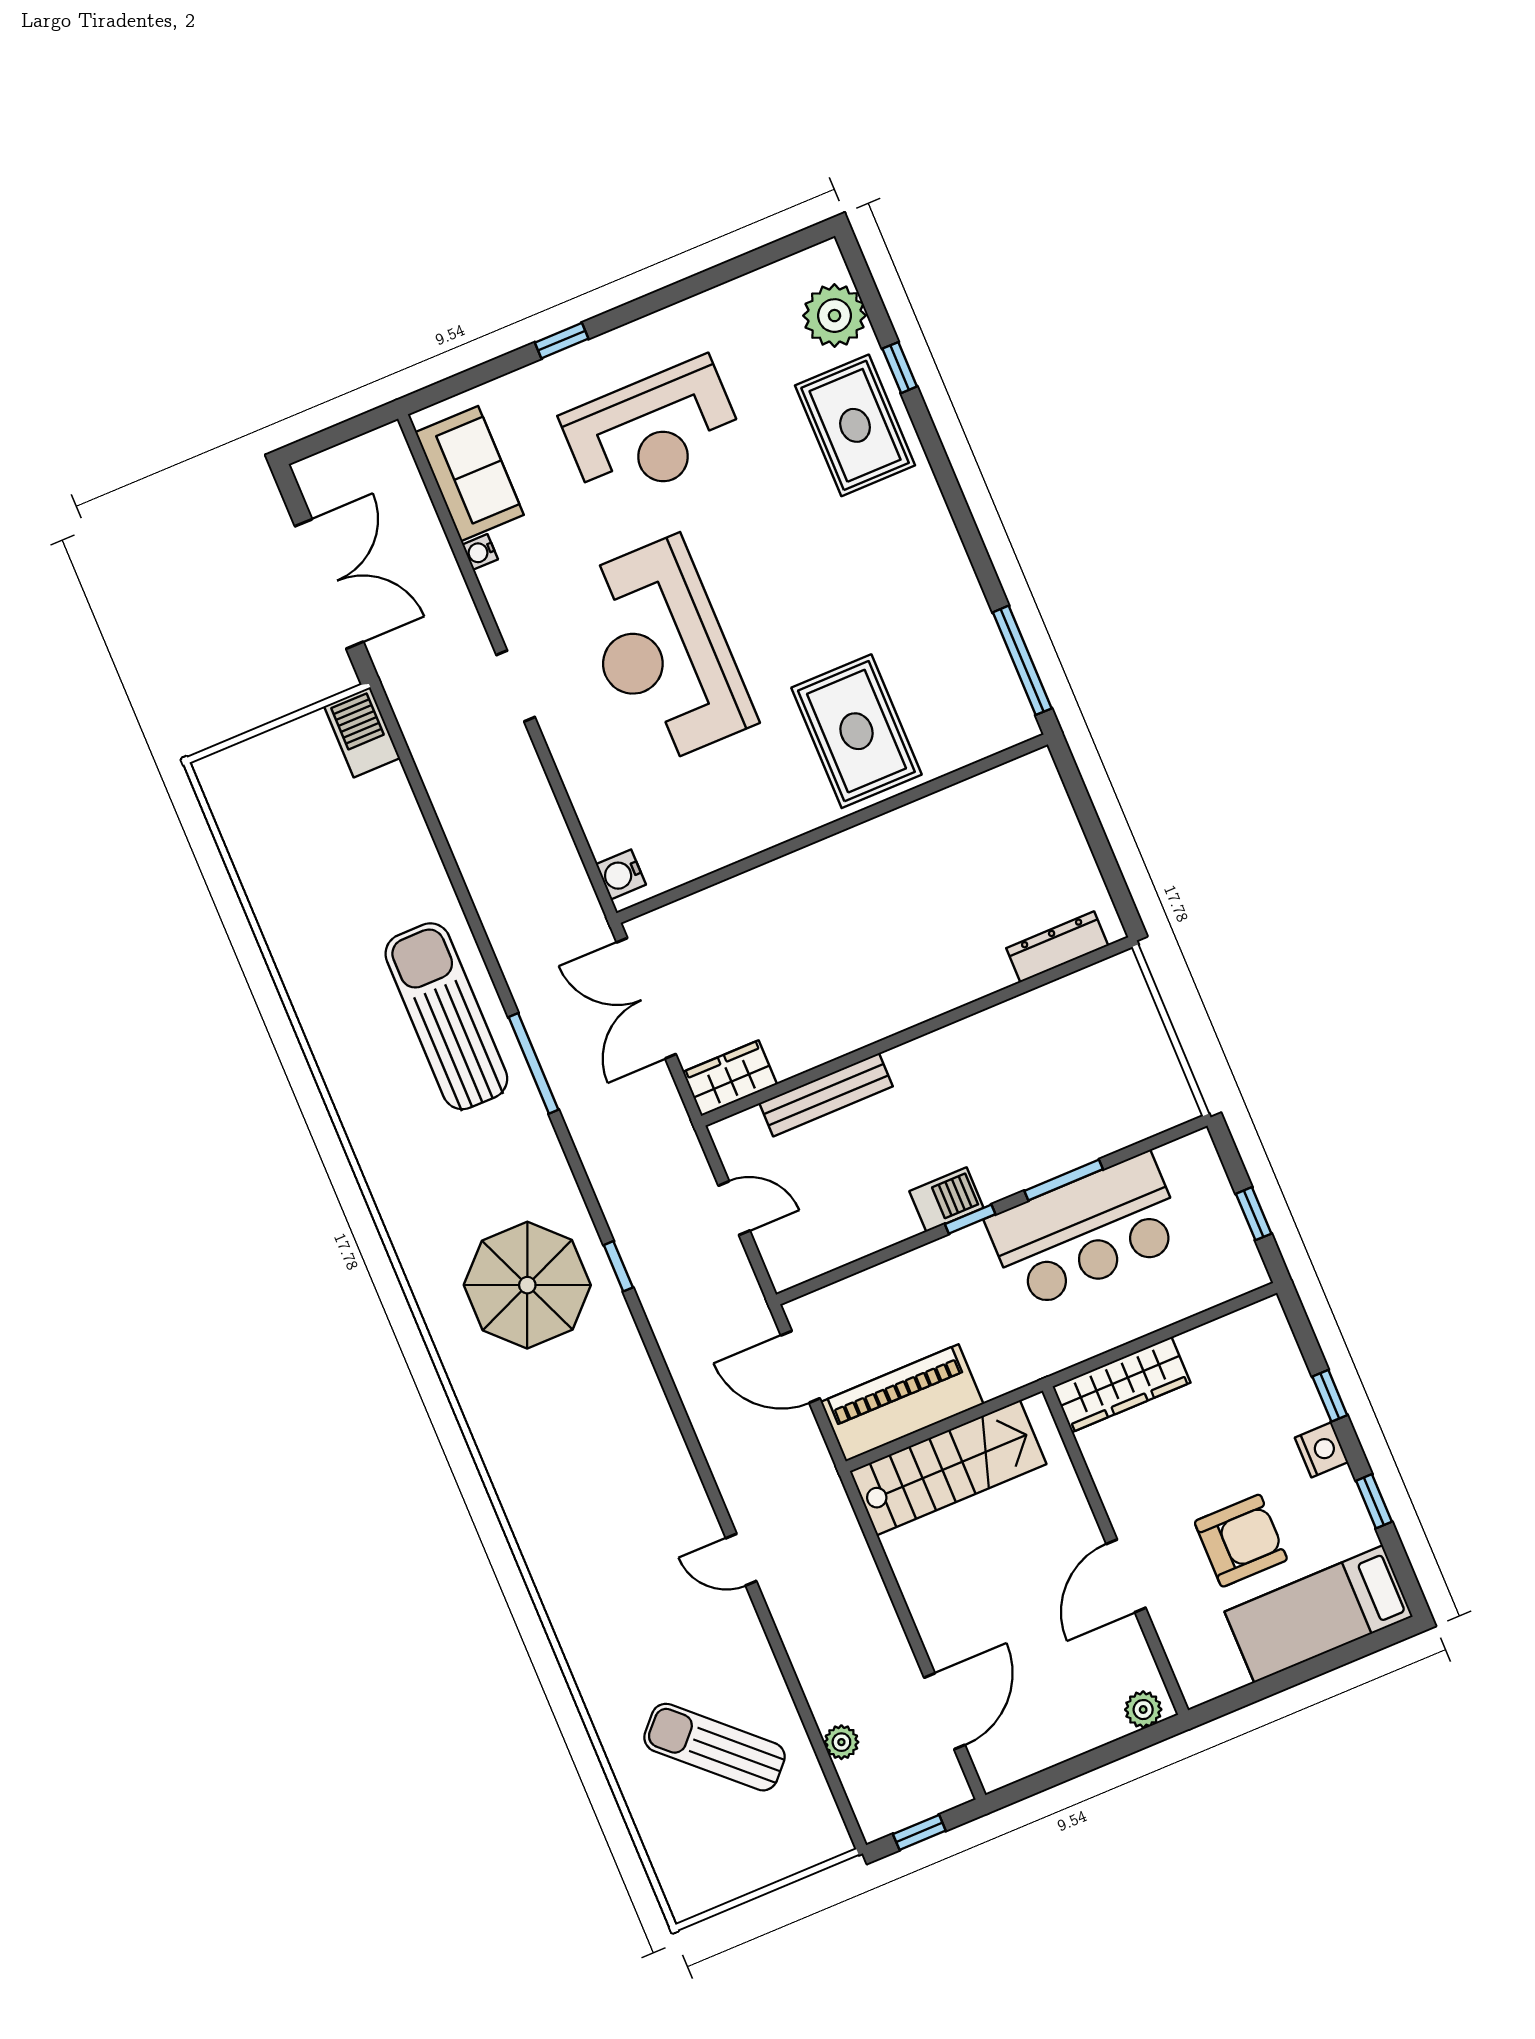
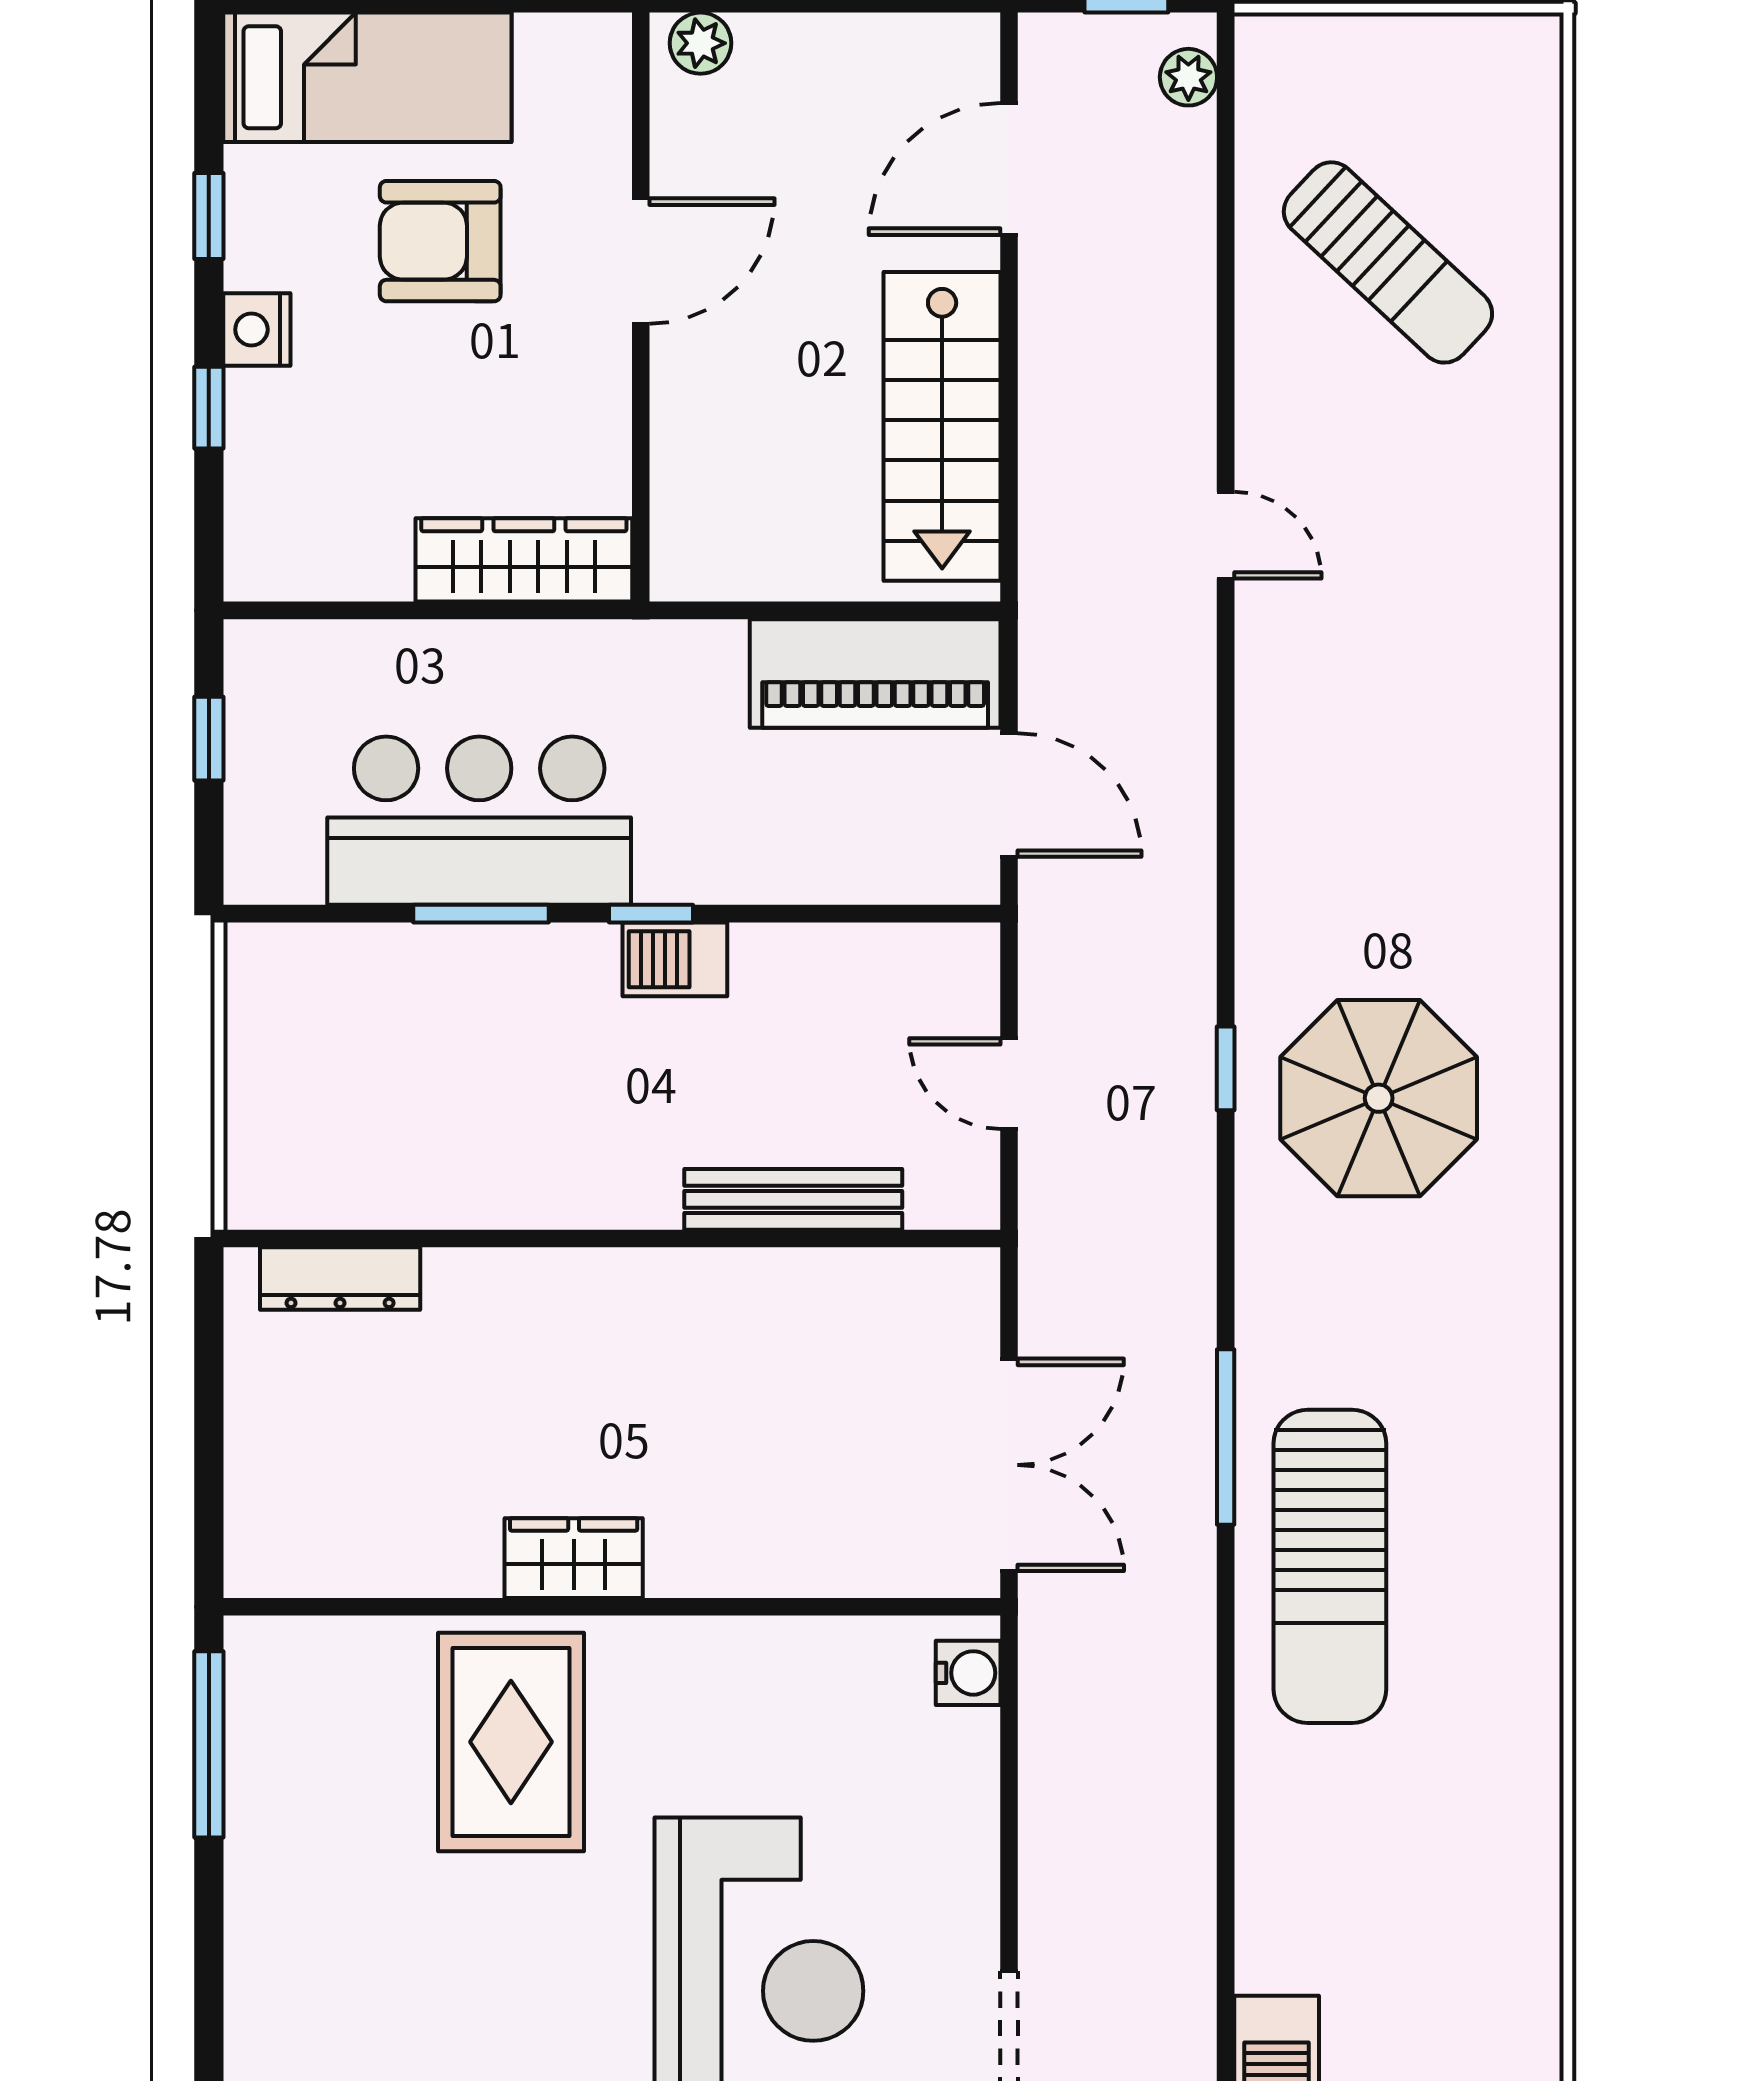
wardrobe: (730, 1078) -> (574, 1558), moved, turned 180
stairs: (948, 1468) -> (942, 426), moved, turned -90
plant: (841, 1742) -> (1188, 77), moved

